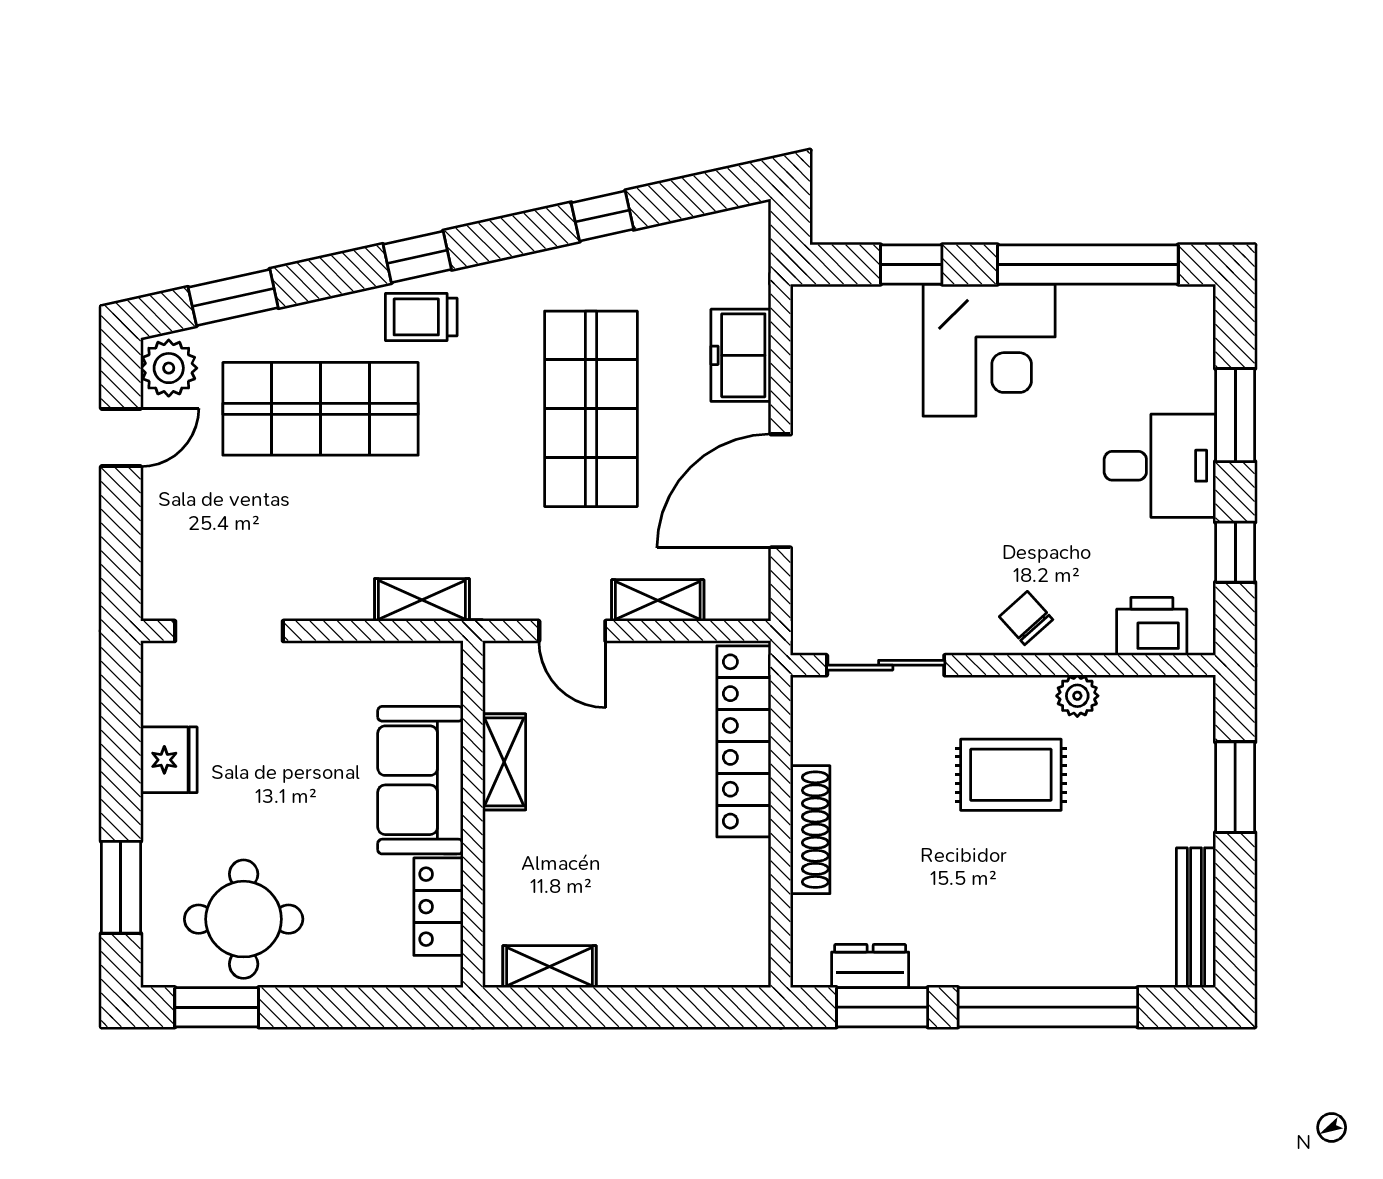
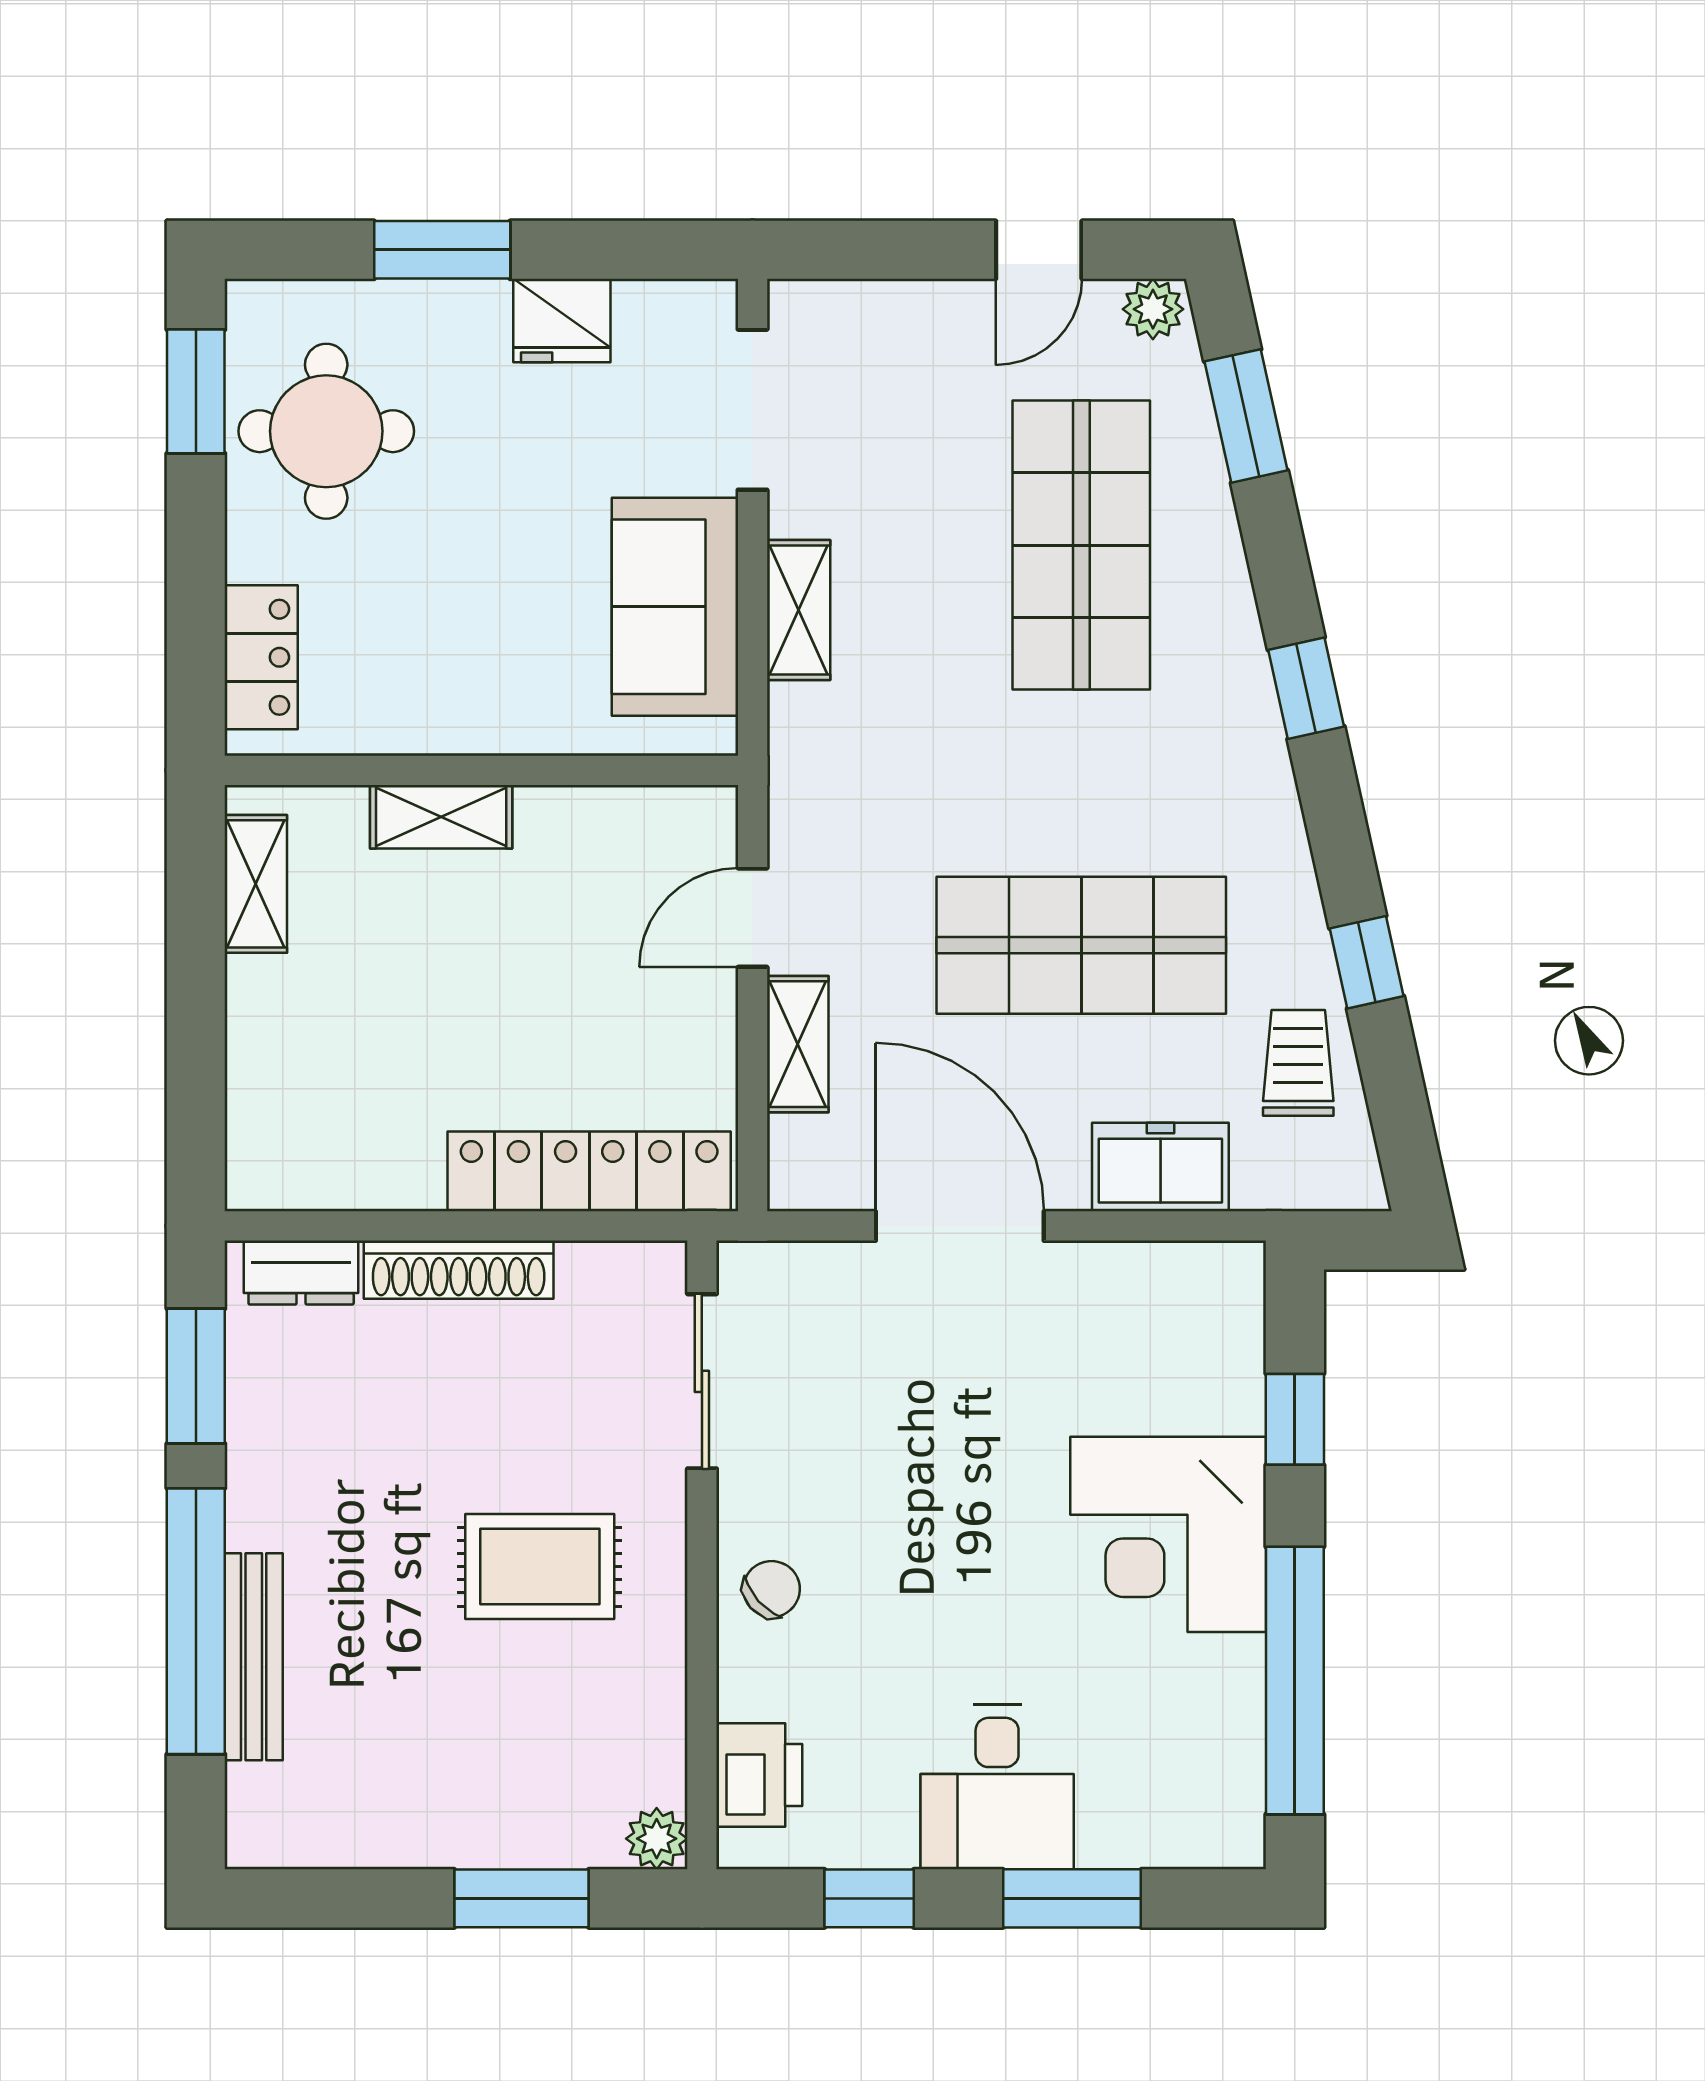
trolley: (421, 317) -> (1298, 1063), moved
plant: (169, 368) -> (1153, 309), width x0.73, depth x0.73
door: (121, 438) -> (1039, 250), hinge flipped
shelving: (422, 600) -> (799, 610), moved
plant: (1077, 696) -> (657, 1839), moved
shelving: (504, 762) -> (441, 817), moved
rug: (1011, 775) -> (540, 1567), turned 90
sofa: (420, 780) -> (675, 607), moved, turned -90
window: (121, 887) -> (442, 250), moved
locker: (438, 907) -> (261, 657), moved, turned 90
bench: (1196, 918) -> (254, 1657), moved, turned 90
dresser: (870, 966) -> (301, 1273), moved, turned 90

